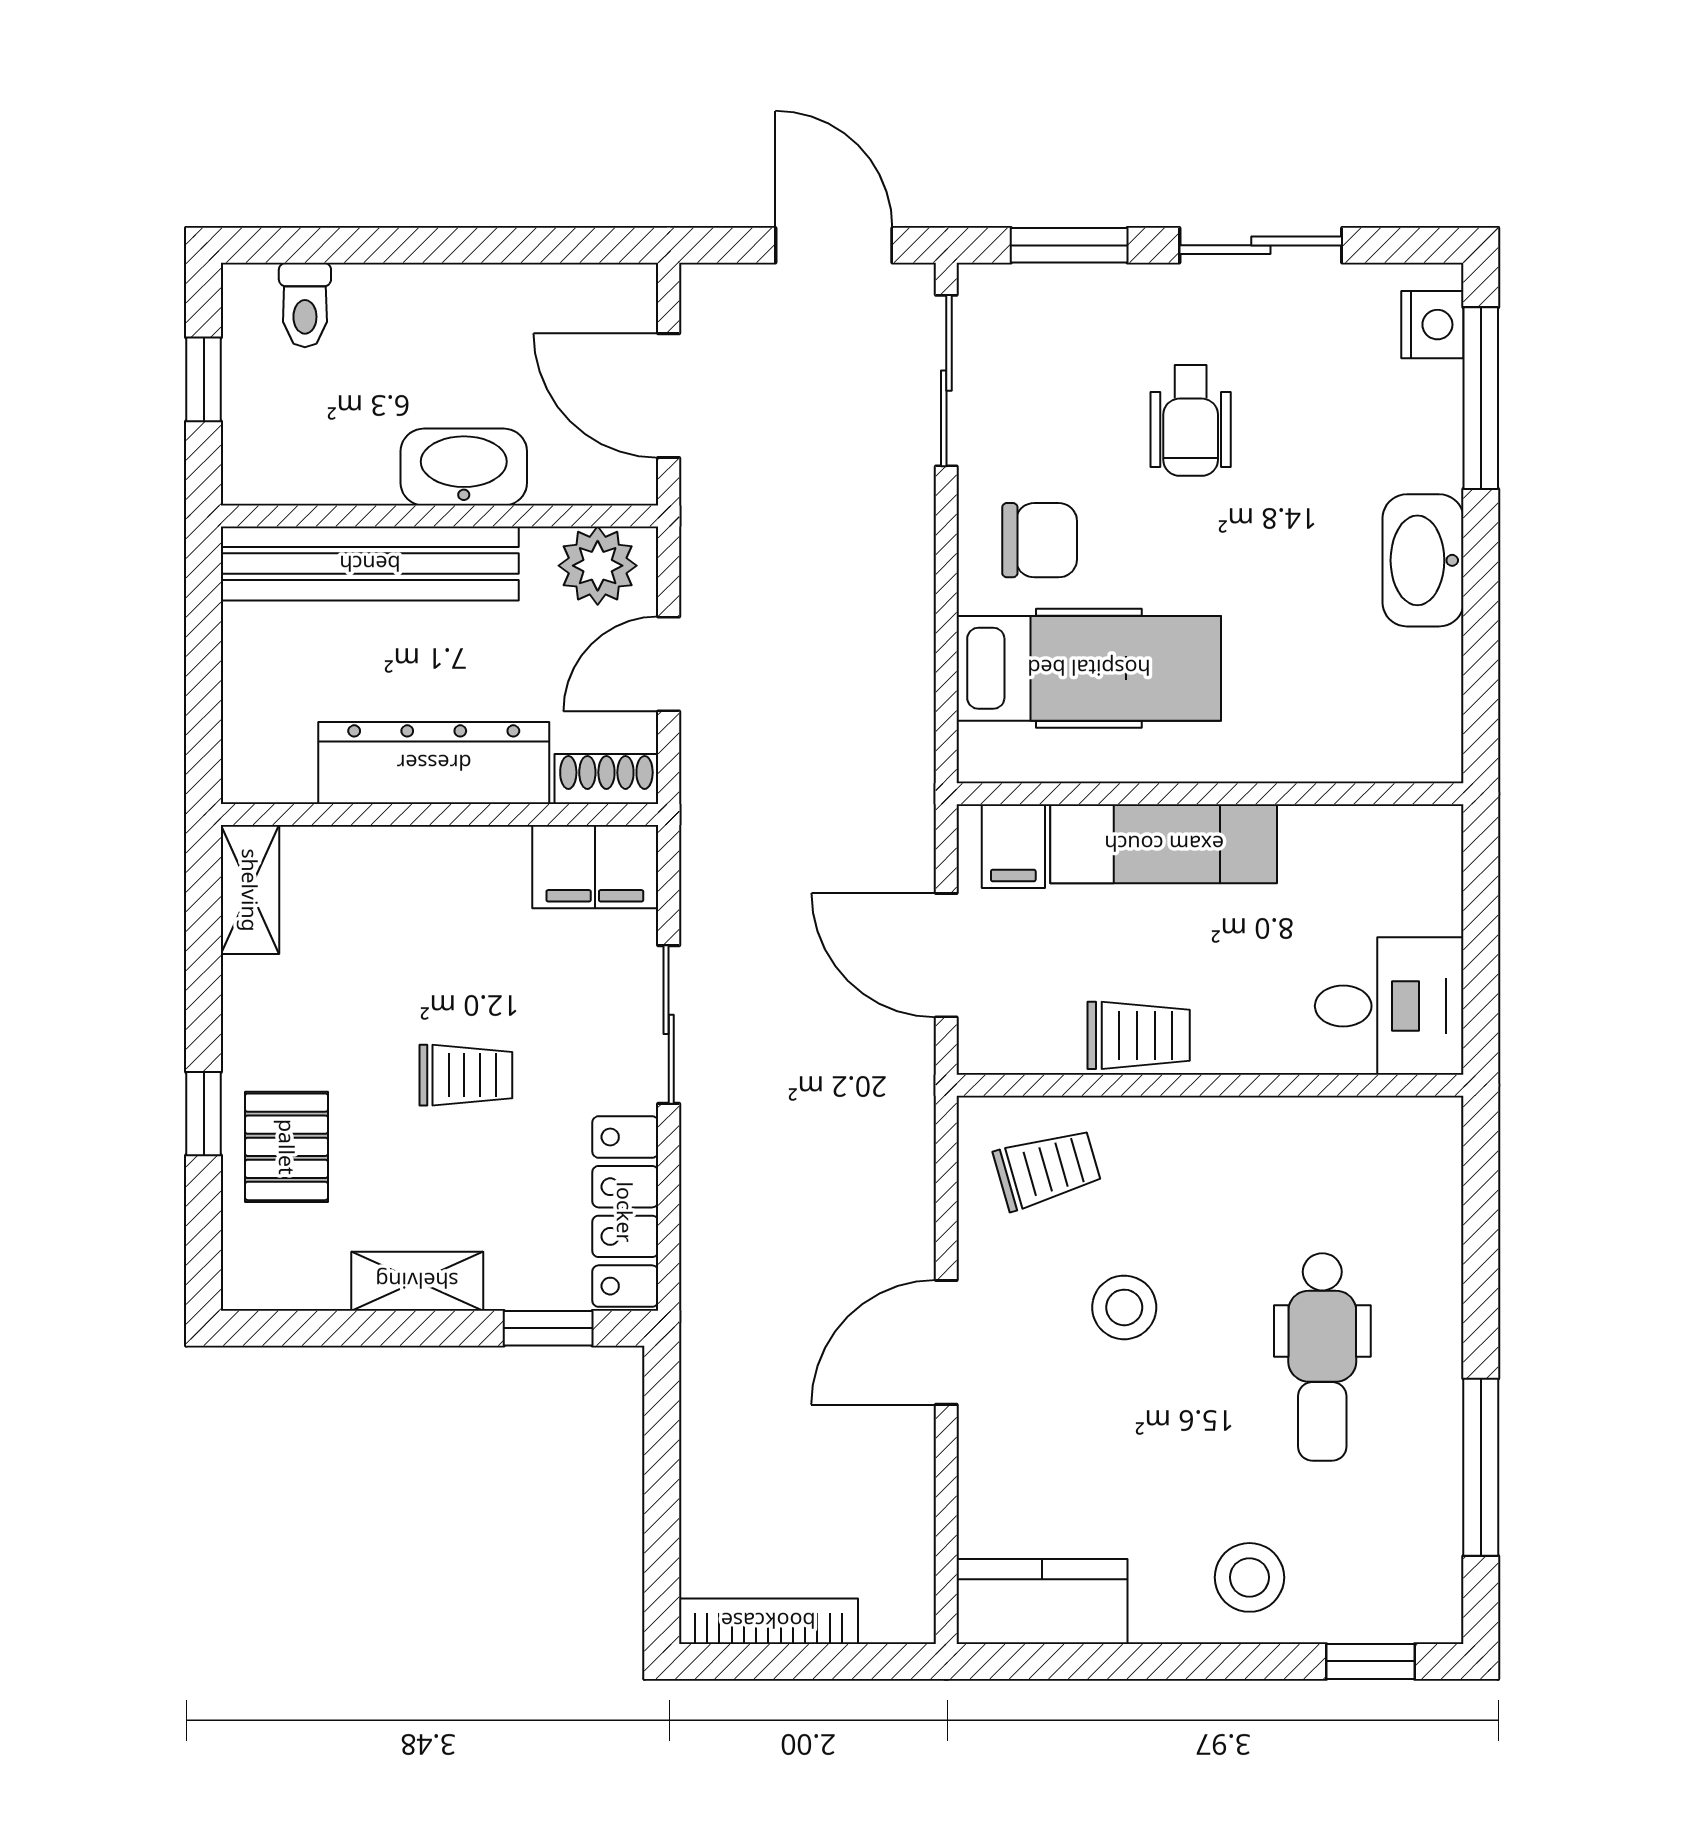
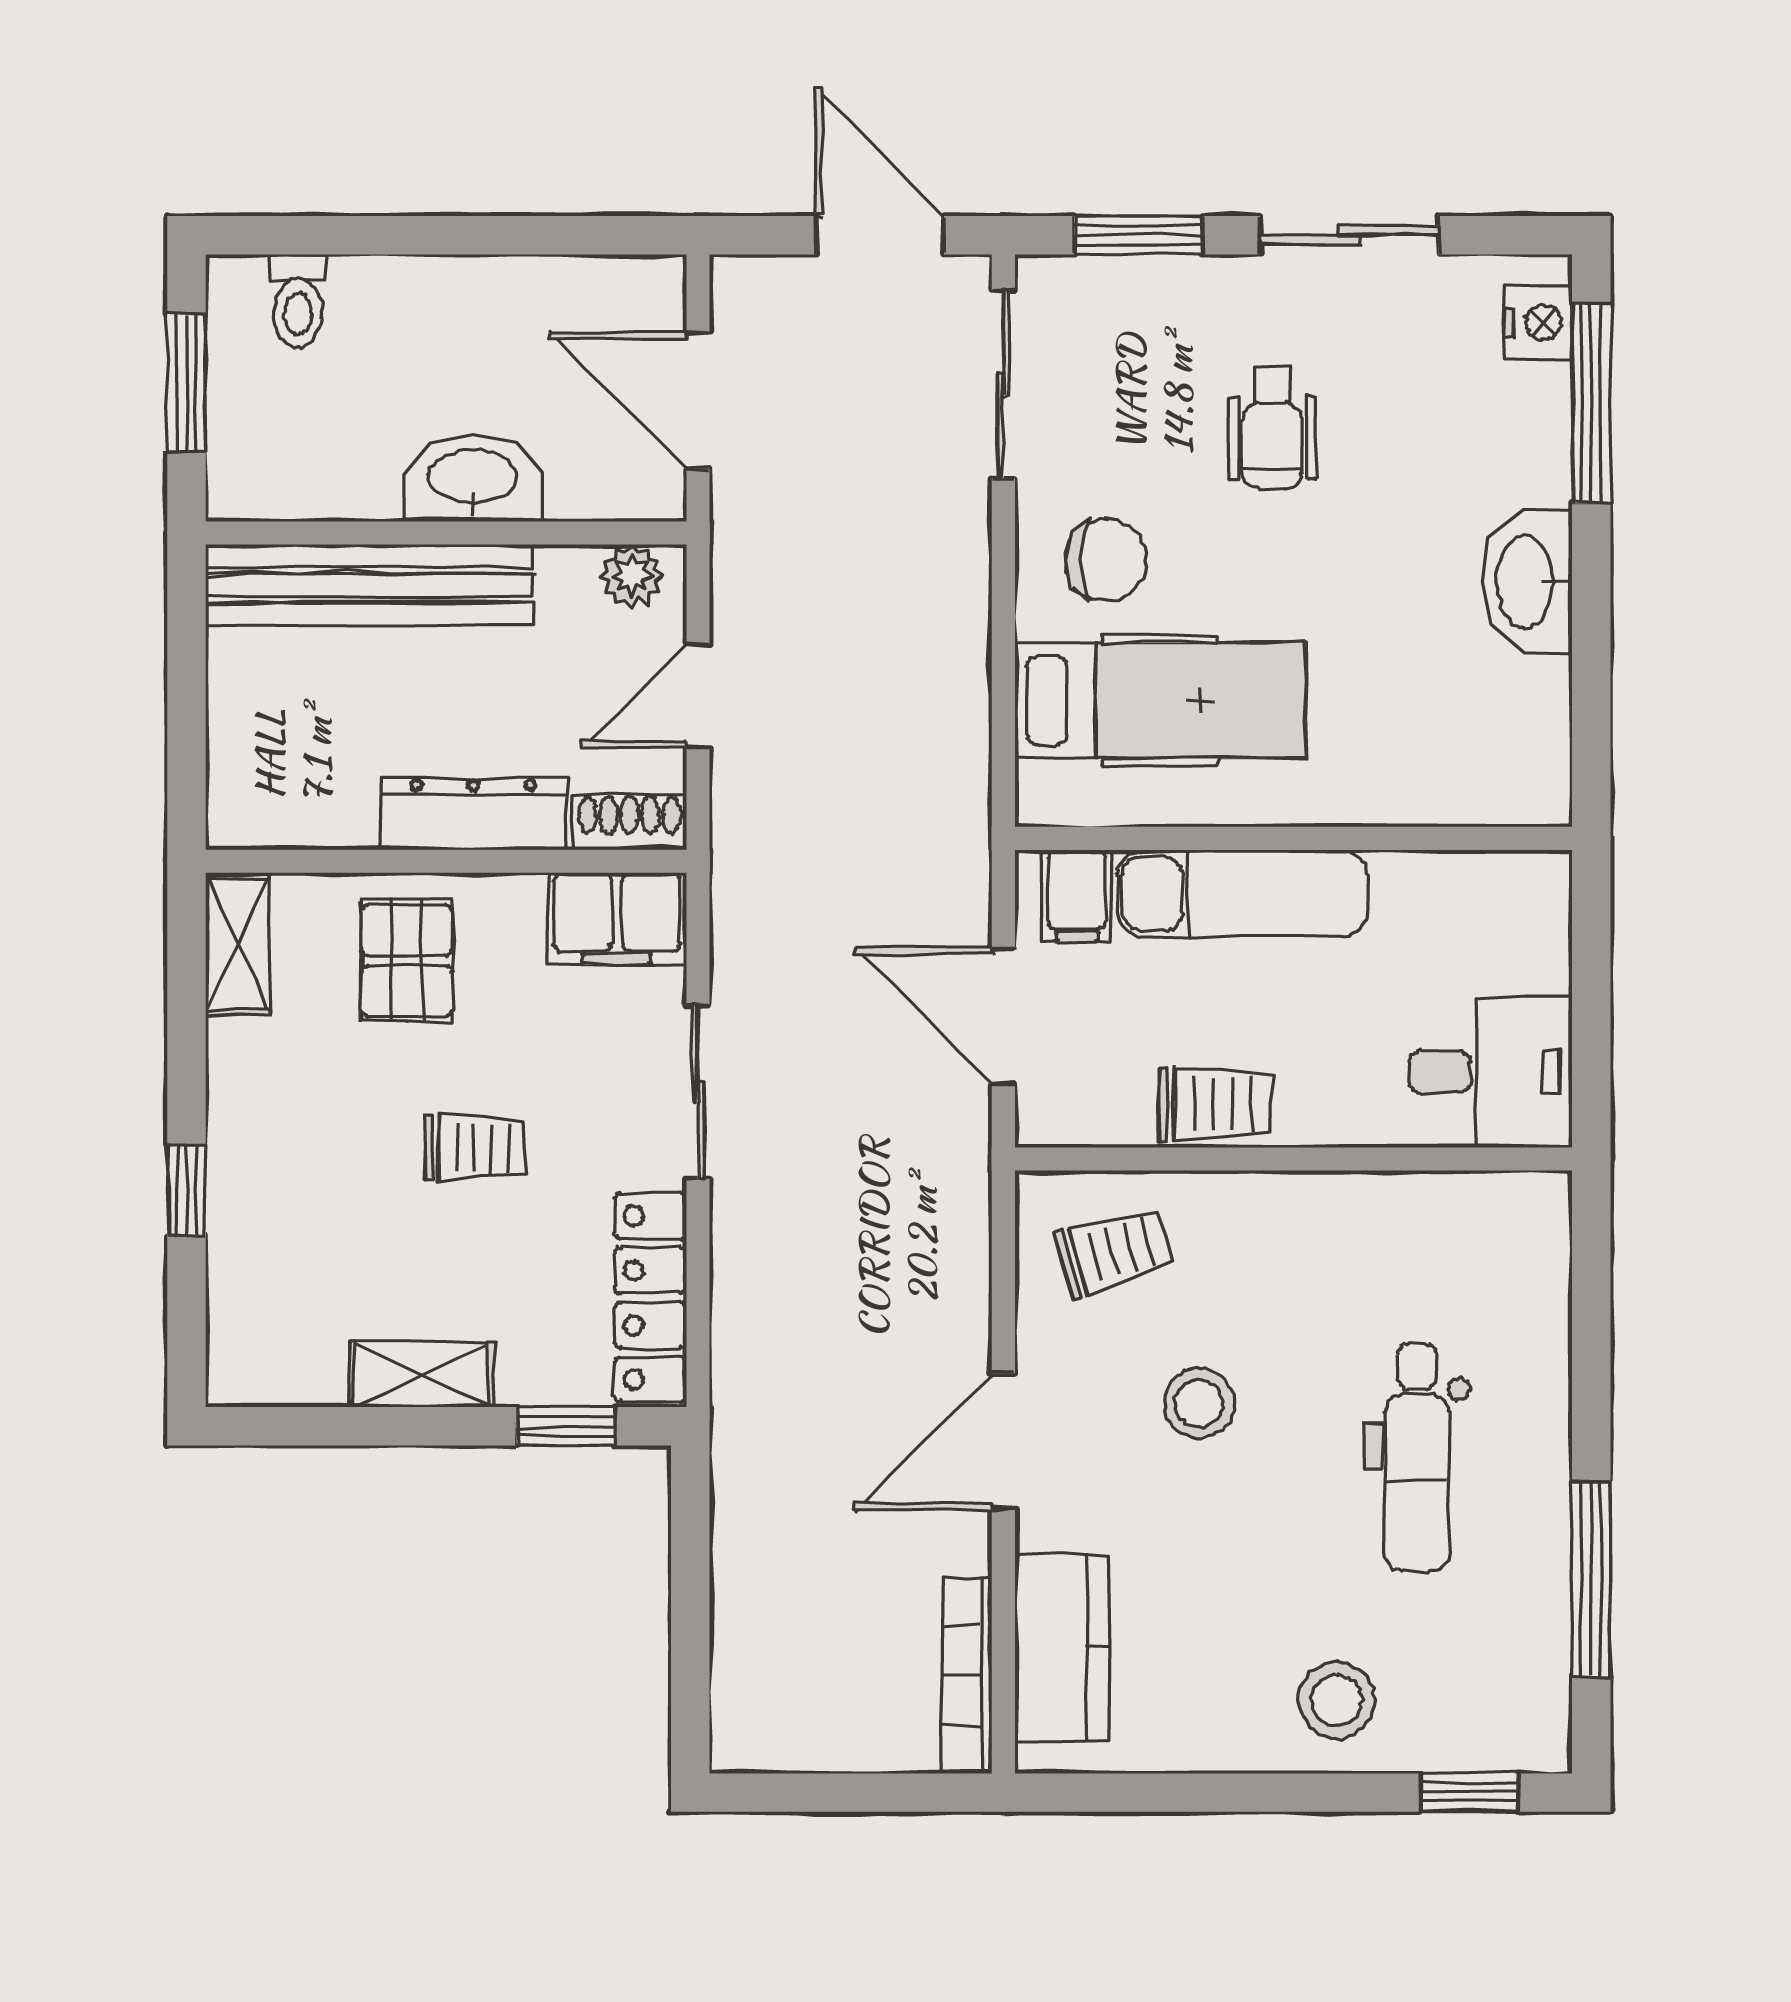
window: (204, 379) -> (186, 383), width x1.50
plant: (598, 566) -> (632, 576), width x0.73, depth x0.73
dresser: (434, 763) -> (474, 813), width x0.73, depth x0.80
pallet: (287, 1147) -> (407, 960), moved
kitchen counter: (1042, 1601) -> (1062, 1648), moved, turned 90
bookcase: (768, 1621) -> (967, 1675), moved, turned -90

